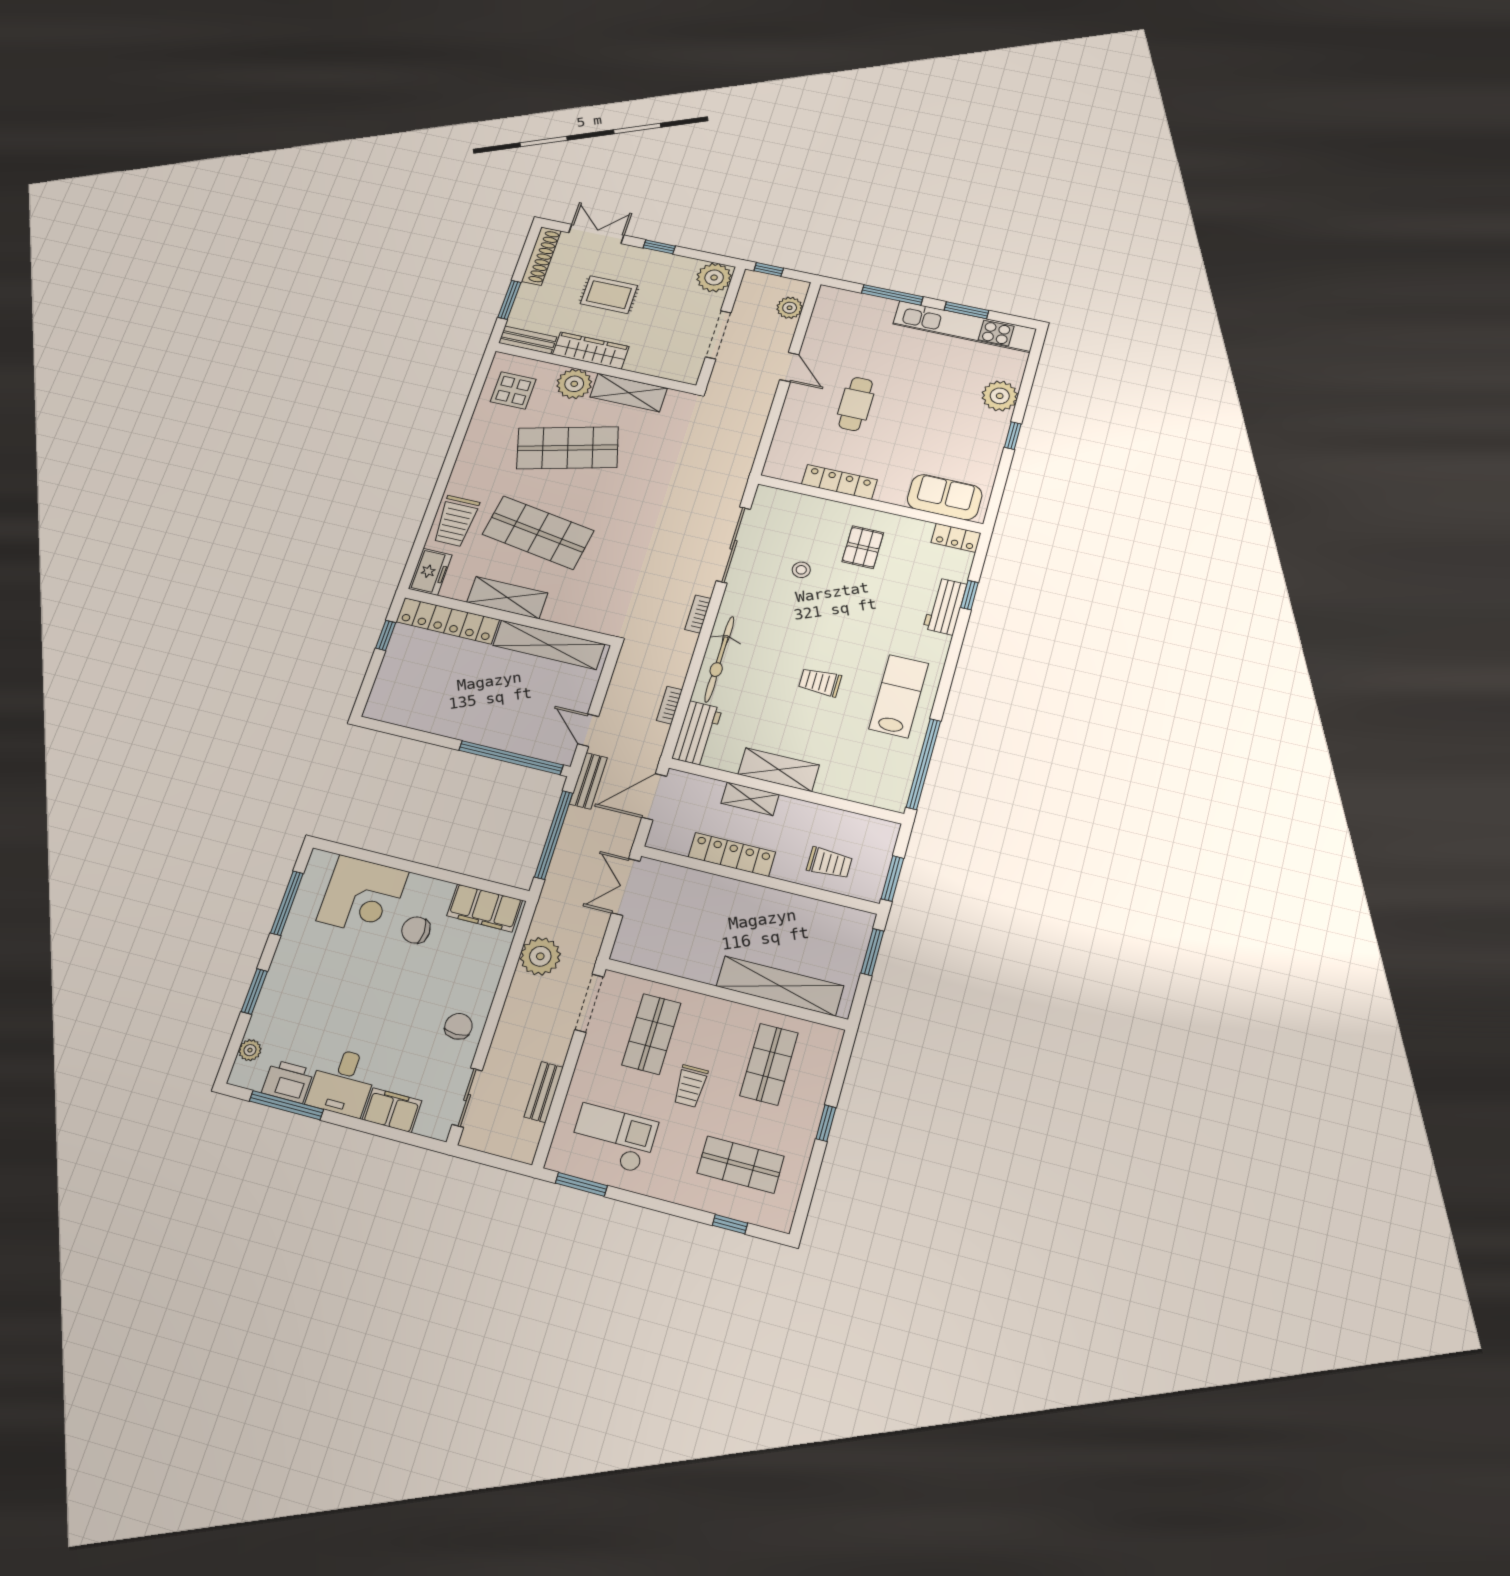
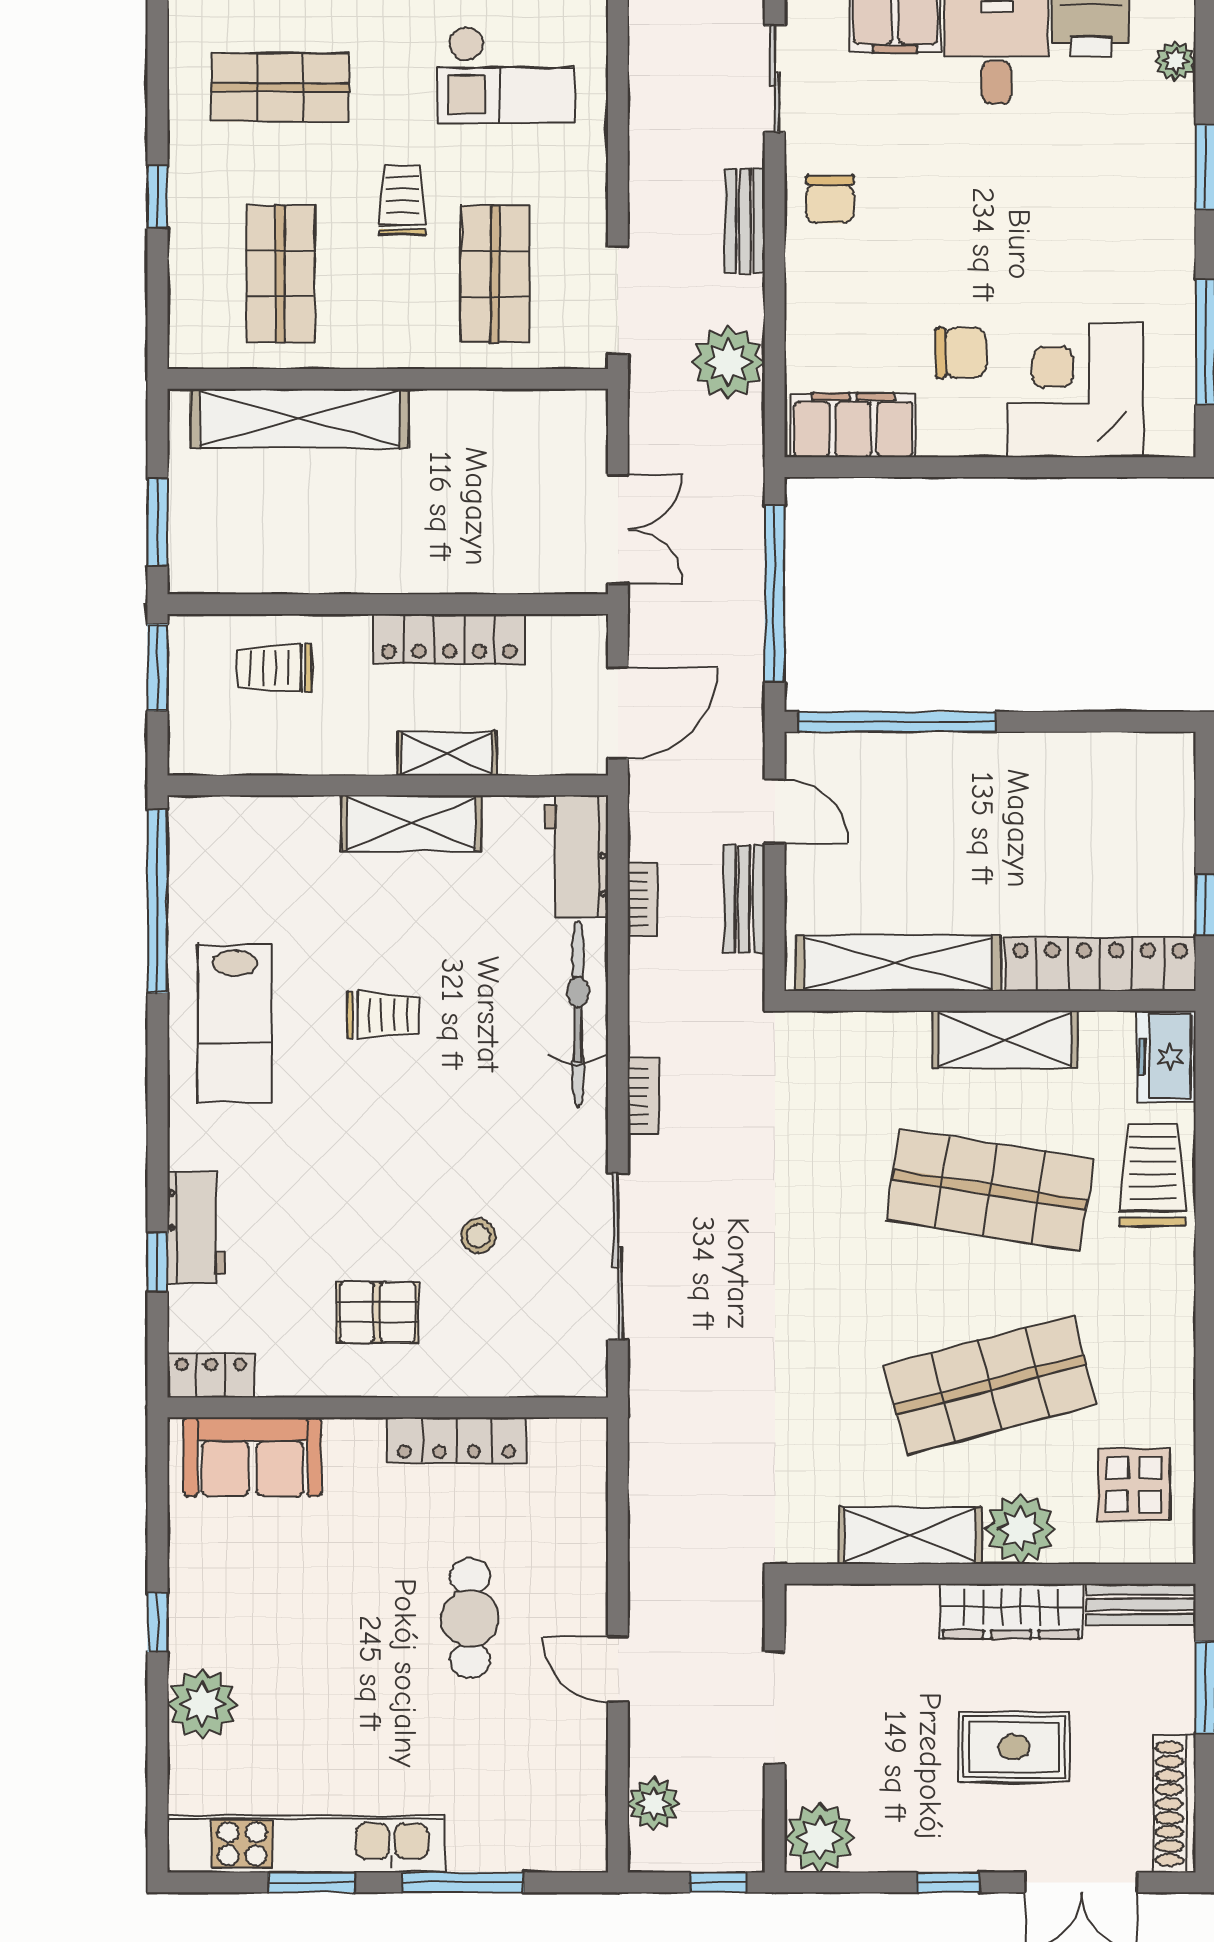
pallet: (863, 547) -> (377, 1312), turned 90
bench: (588, 781) -> (744, 899), moved
bench: (544, 1092) -> (745, 221), moved

